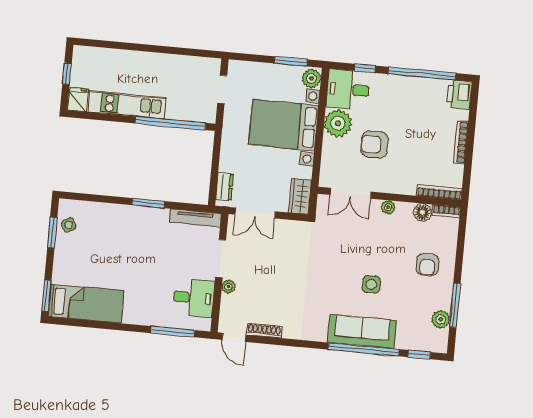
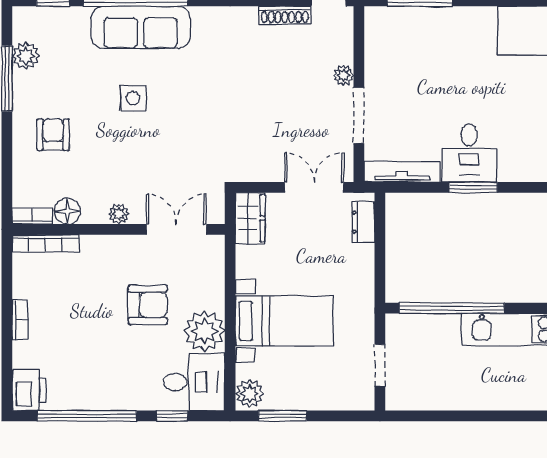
bed with nightstands: (284, 125) -> (284, 321), width x0.73
bookcase: (461, 142) -> (20, 319), width x0.64
desk: (194, 298) -> (469, 153), moved, turned -90

